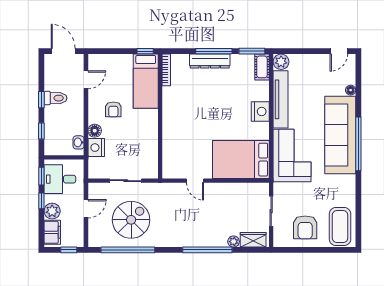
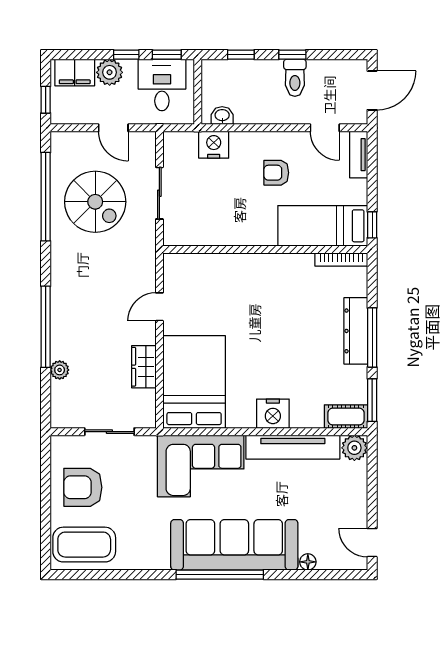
tv unit: (102, 59) -> (359, 155), added
floor lamp: (95, 131) -> (241, 142), removed
wardrobe: (253, 240) -> (144, 367), moved, turned 180

